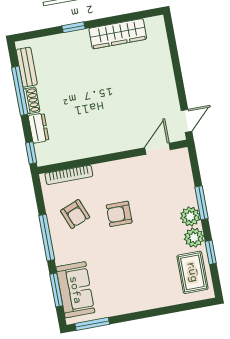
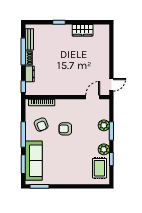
wardrobe: (118, 34) -> (83, 30), width x0.67
plant: (190, 216) -> (104, 125), moved
sofa: (75, 290) -> (34, 161), width x1.36

